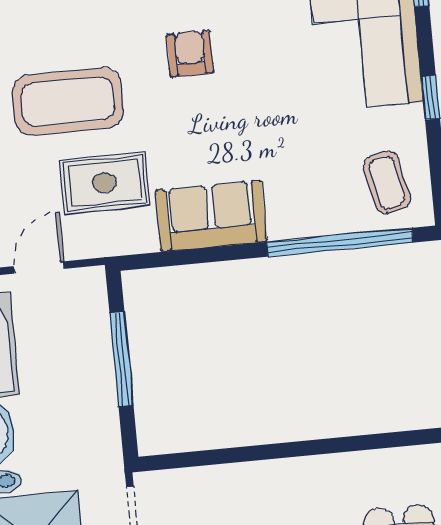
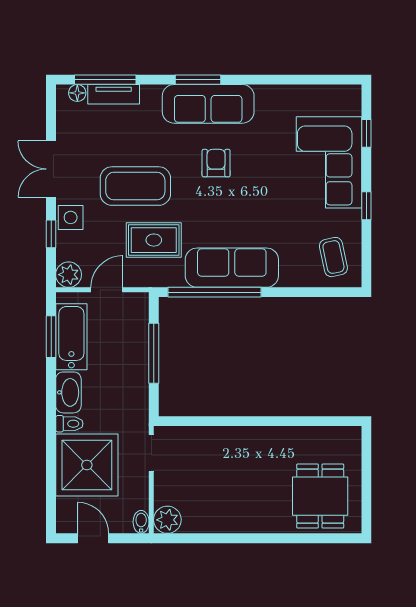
sofa: (211, 216) -> (232, 268), width x1.36
window: (340, 242) -> (215, 292), moved

